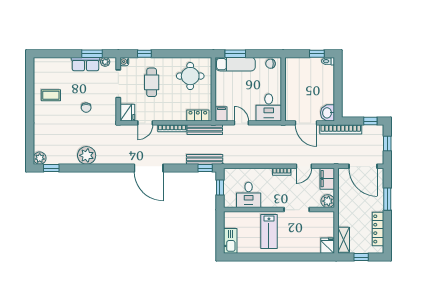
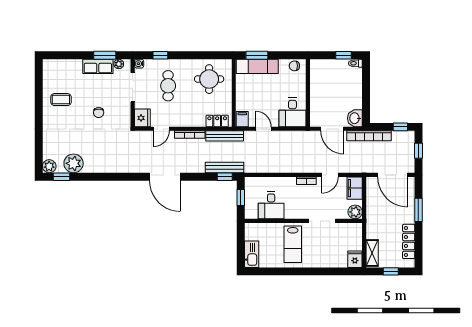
plant: (87, 155) -> (74, 163), moved

